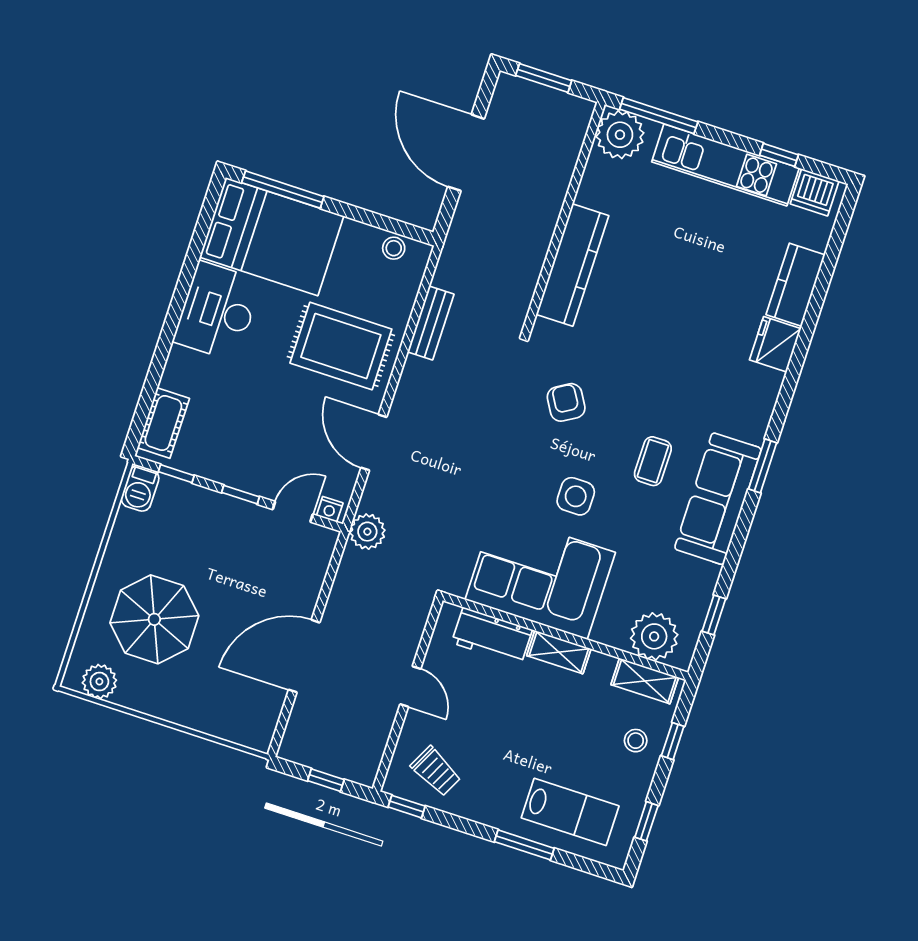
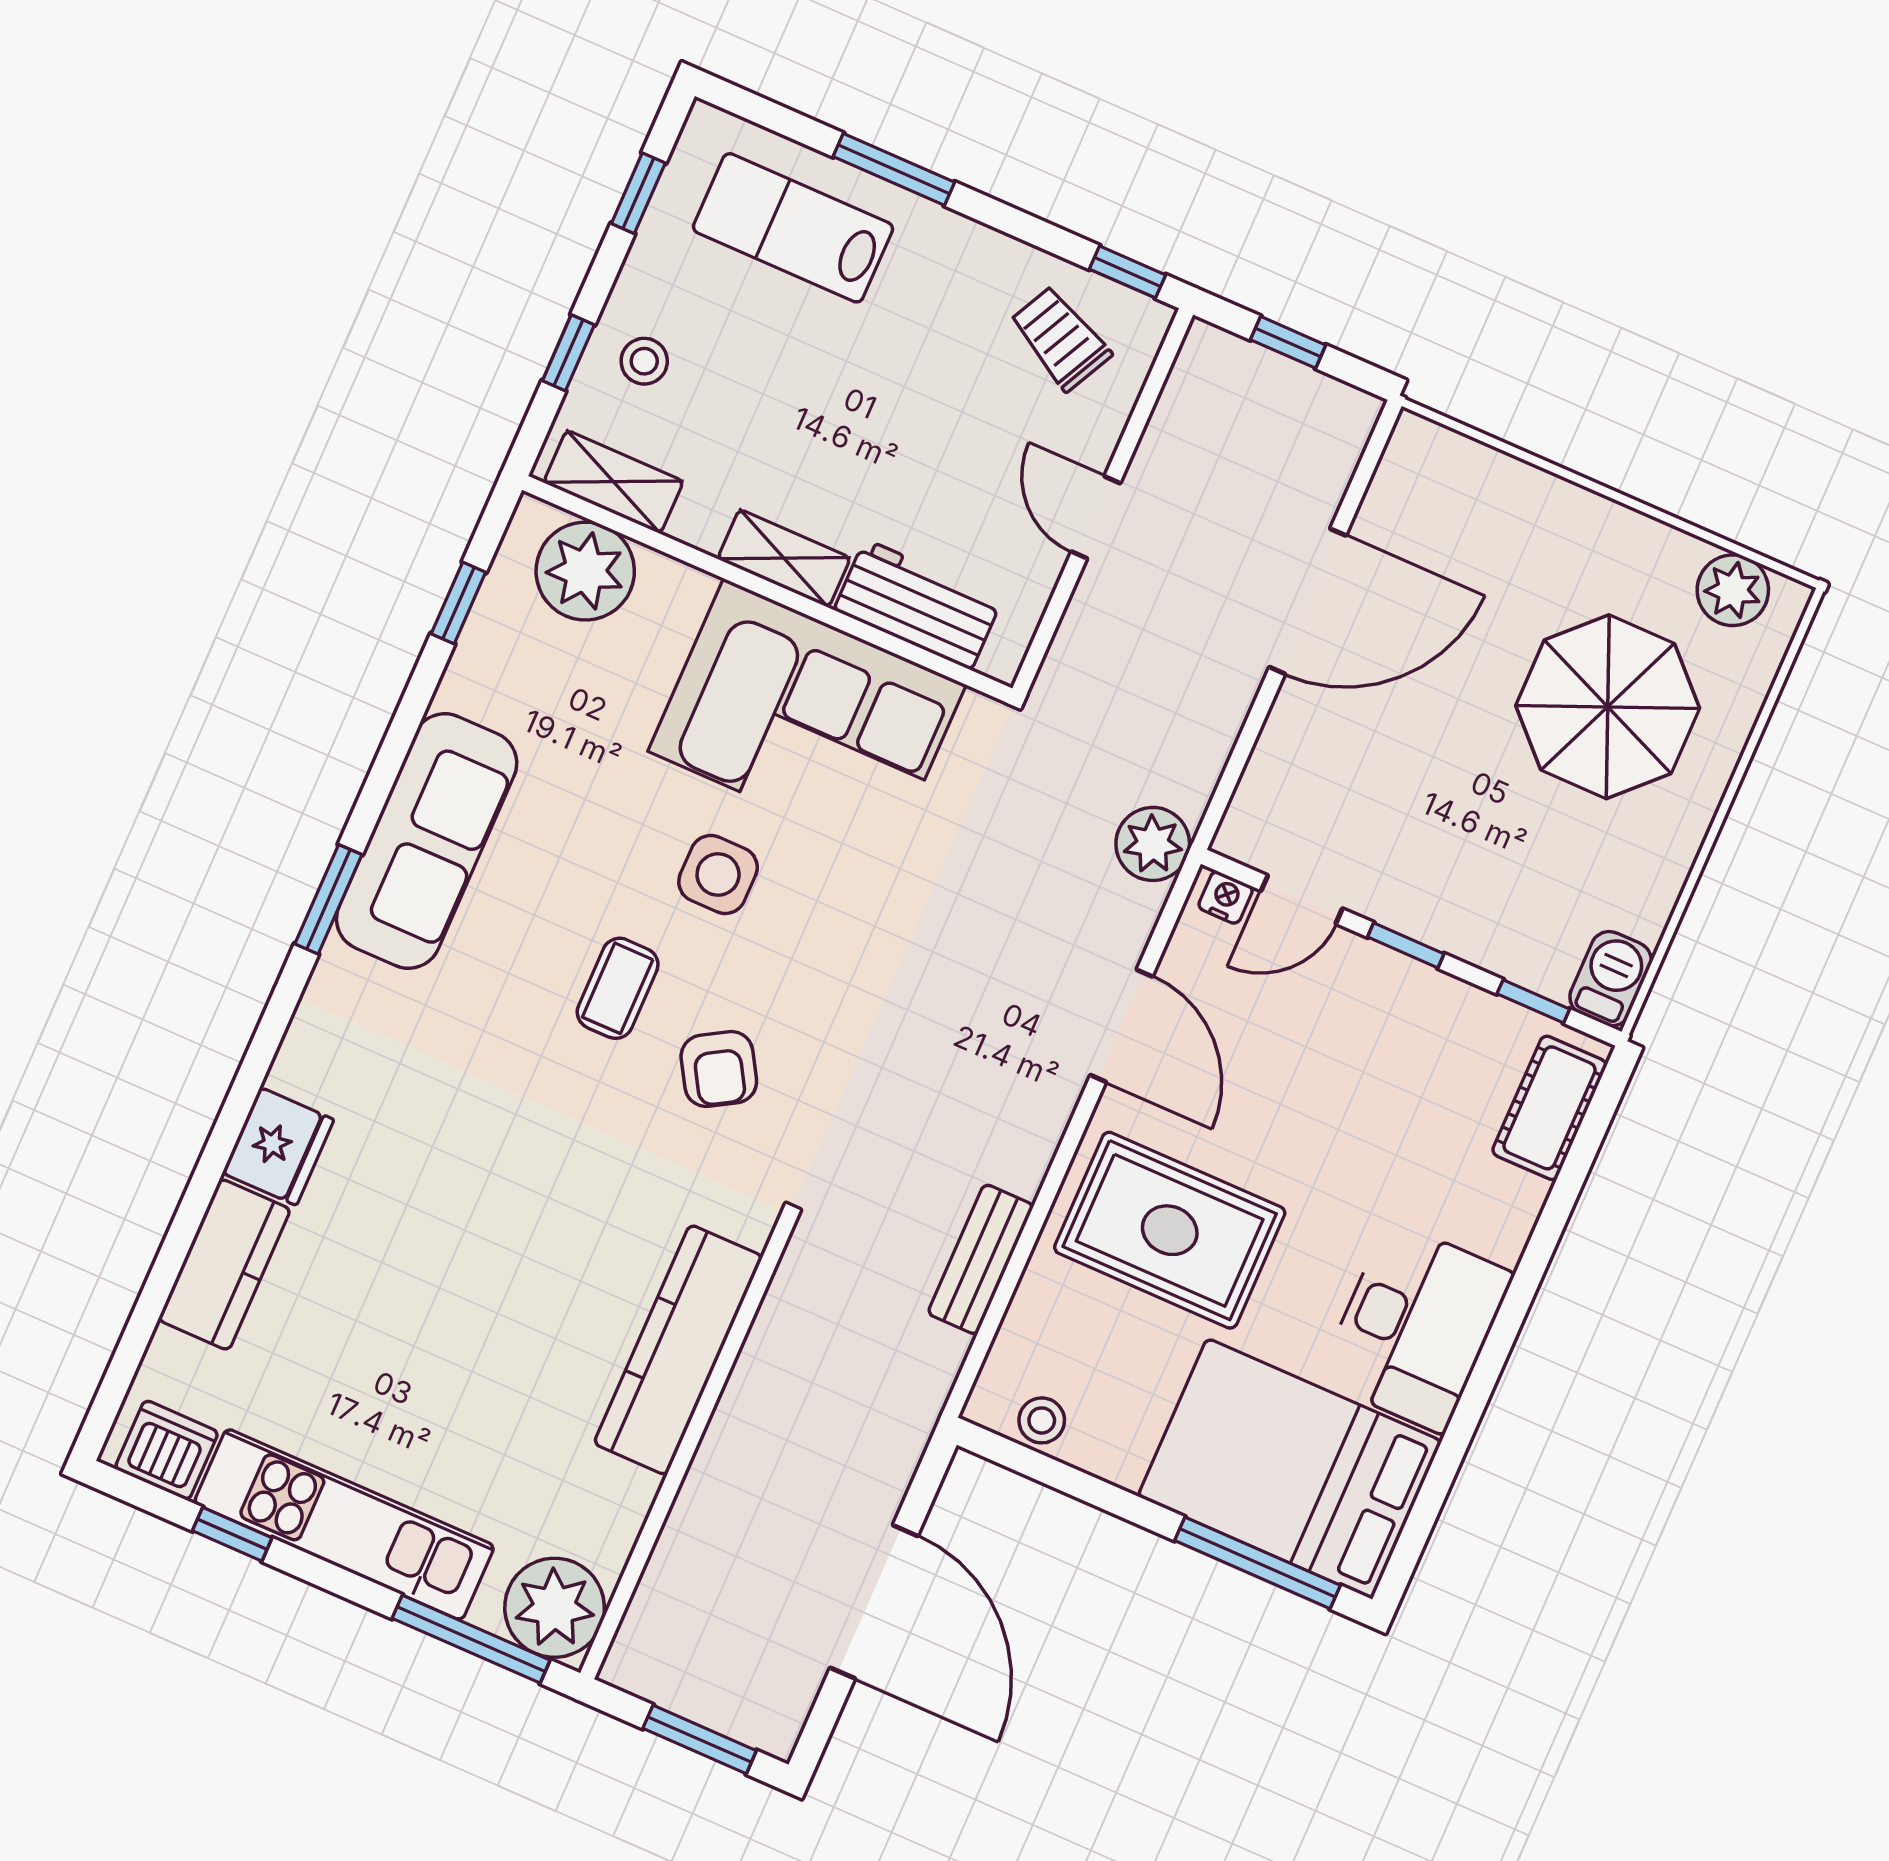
coffee table: (653, 461) -> (618, 988), moved

